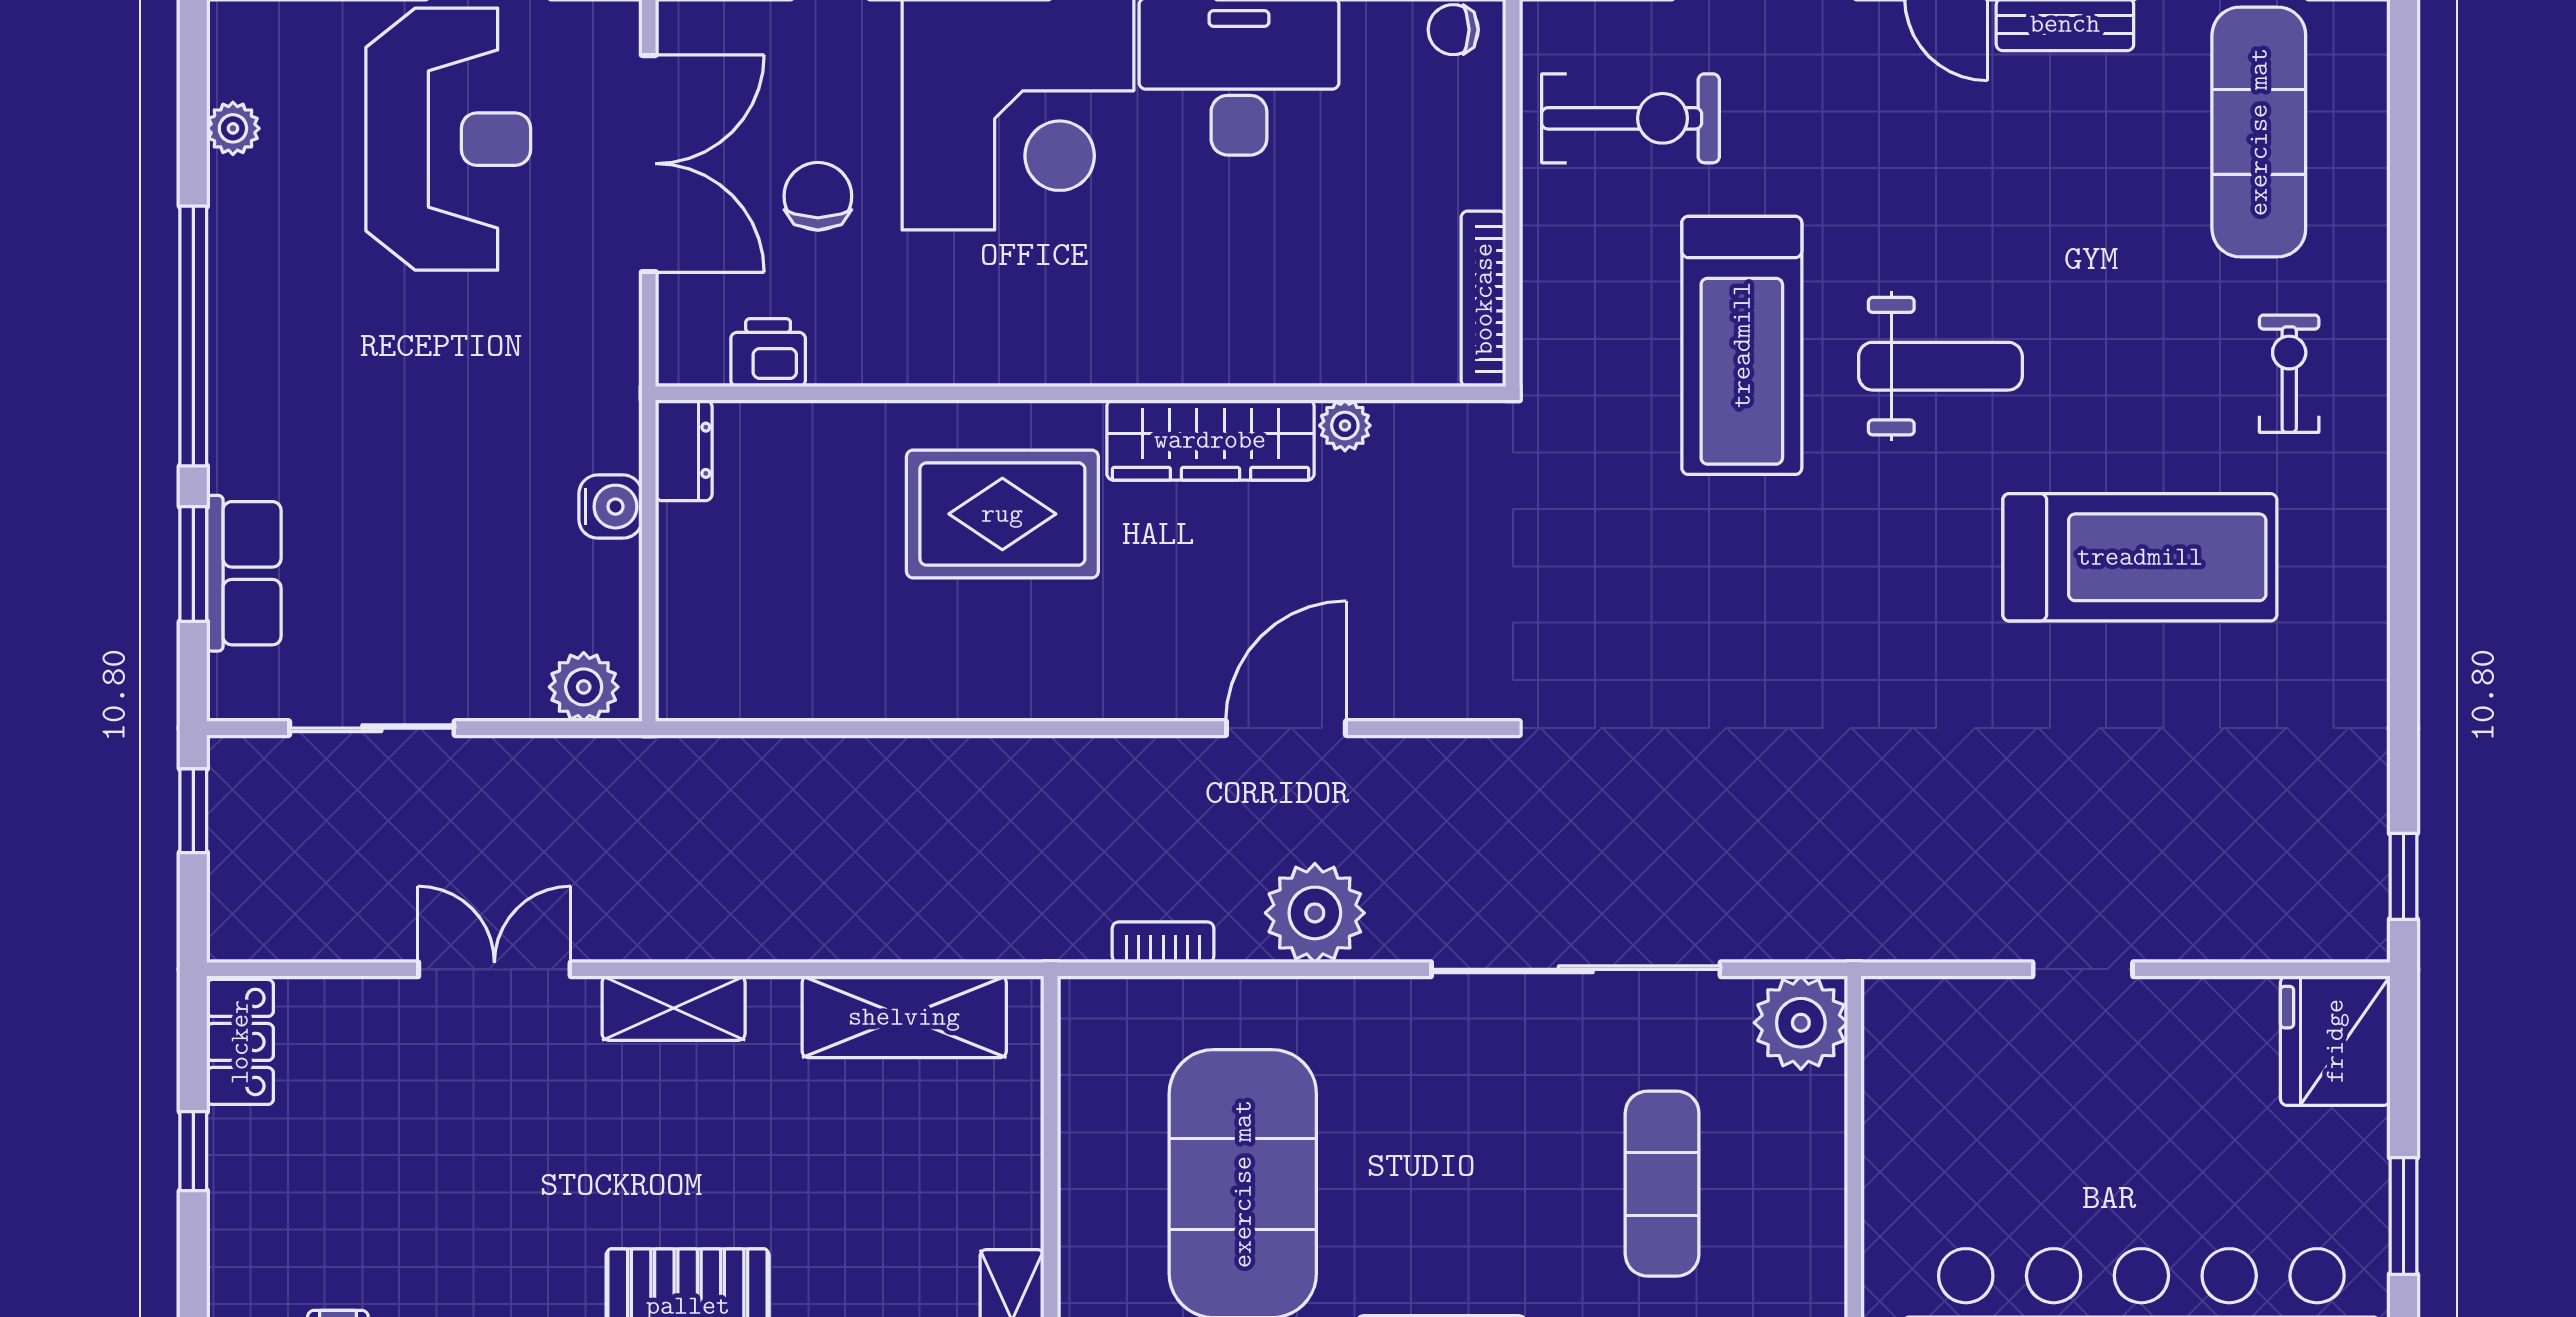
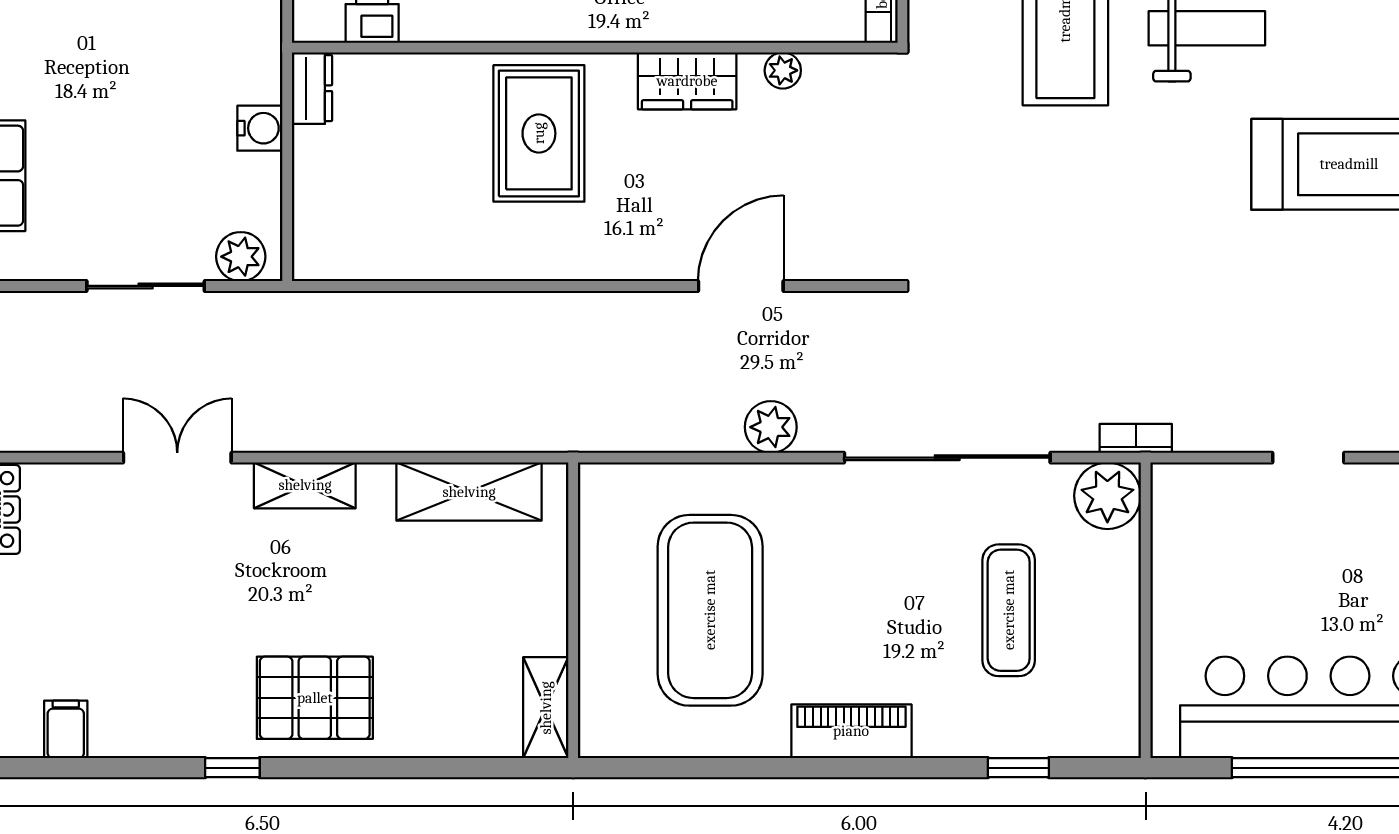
wardrobe: (1210, 440) -> (687, 81), width x0.67
rug: (1002, 514) -> (539, 133), turned 90
sliding door: (372, 728) -> (146, 286), moved
plant: (1315, 913) -> (771, 427), width x0.73, depth x0.73
bookcase: (1163, 942) -> (1136, 438), moved

